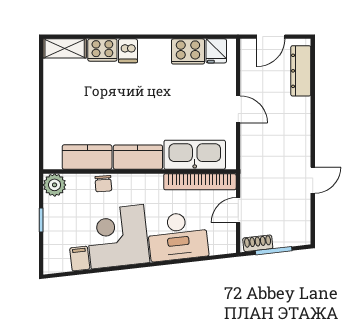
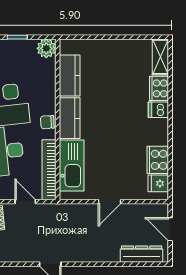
chair: (103, 184) -> (47, 122), moved

